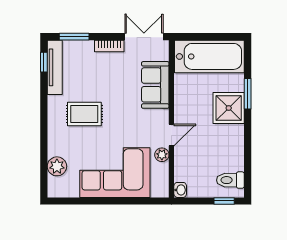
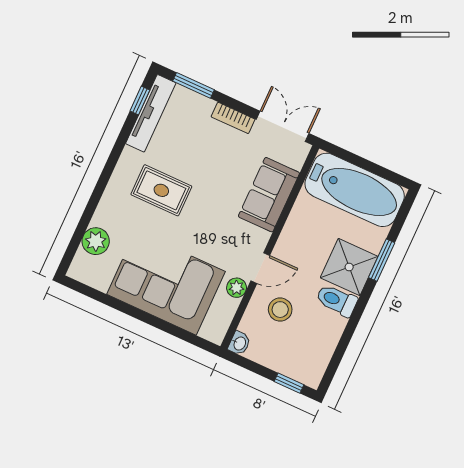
stool: (197, 156) -> (280, 310), added
toilet: (230, 180) -> (337, 300), moved

